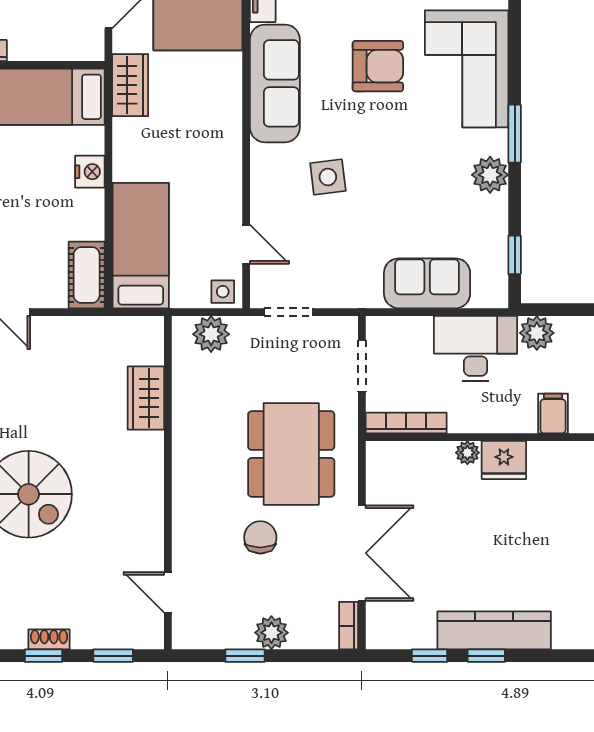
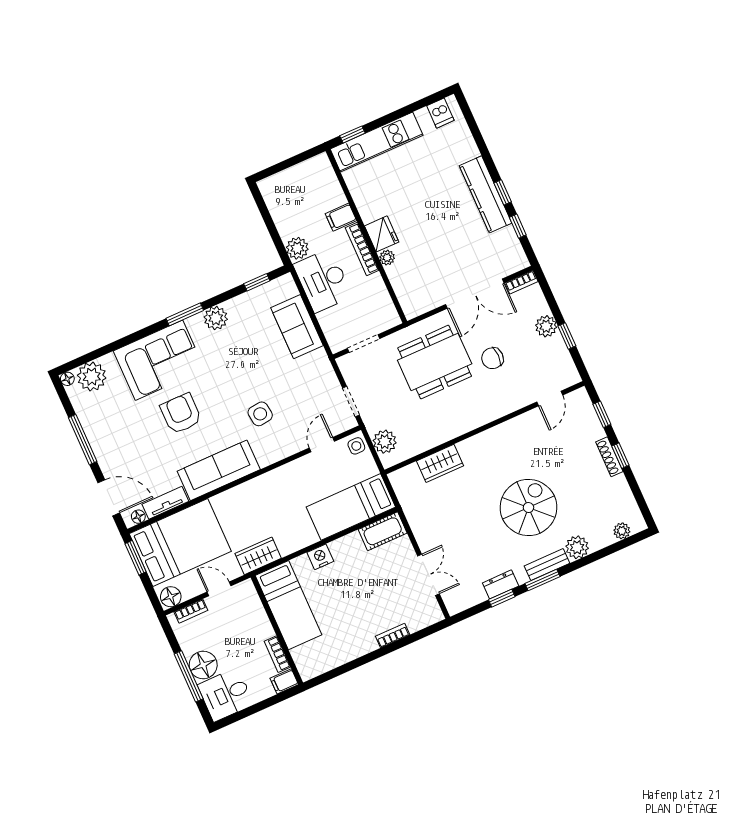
bookcase: (406, 423) -> (362, 249), moved
double door: (362, 553) -> (475, 294), swing flipped
shoe rack: (49, 639) -> (609, 457), width x1.43

